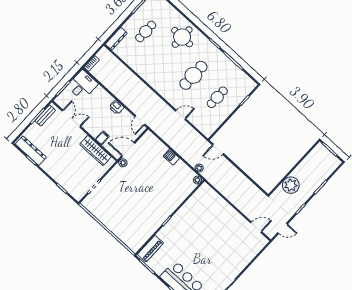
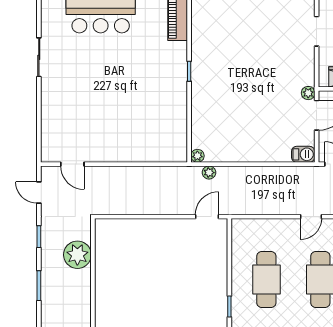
cafe table: (217, 97) -> (266, 279), width x1.37, depth x1.35
door: (181, 115) -> (311, 217), moved
barbecue: (171, 157) -> (303, 154), moved
door: (256, 227) -> (72, 164), hinge flipped
door: (283, 228) -> (39, 192), hinge flipped

